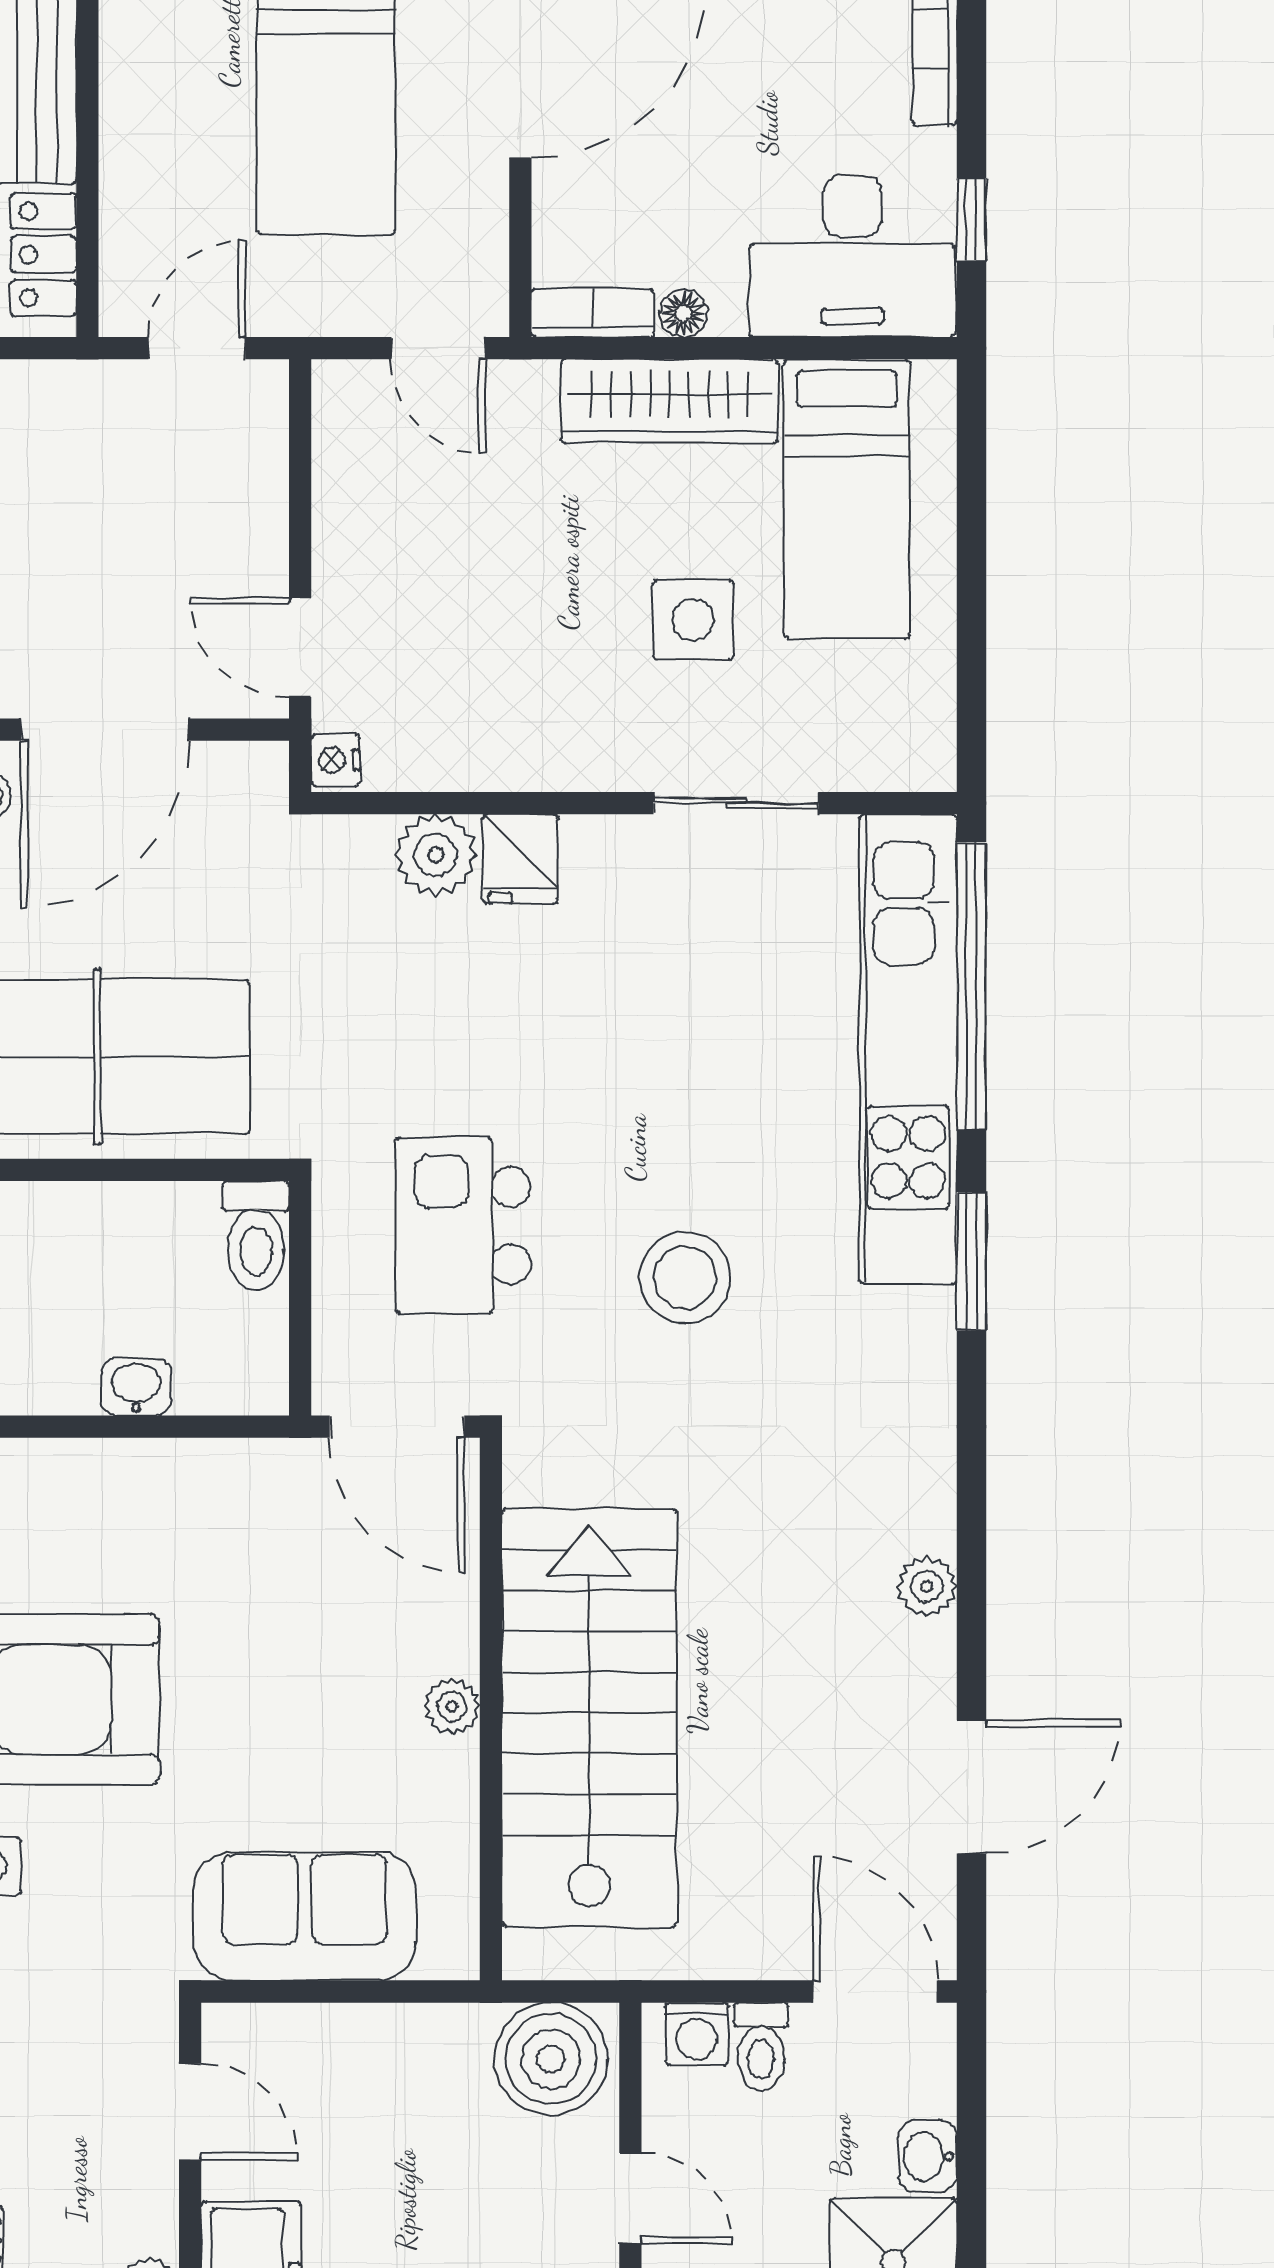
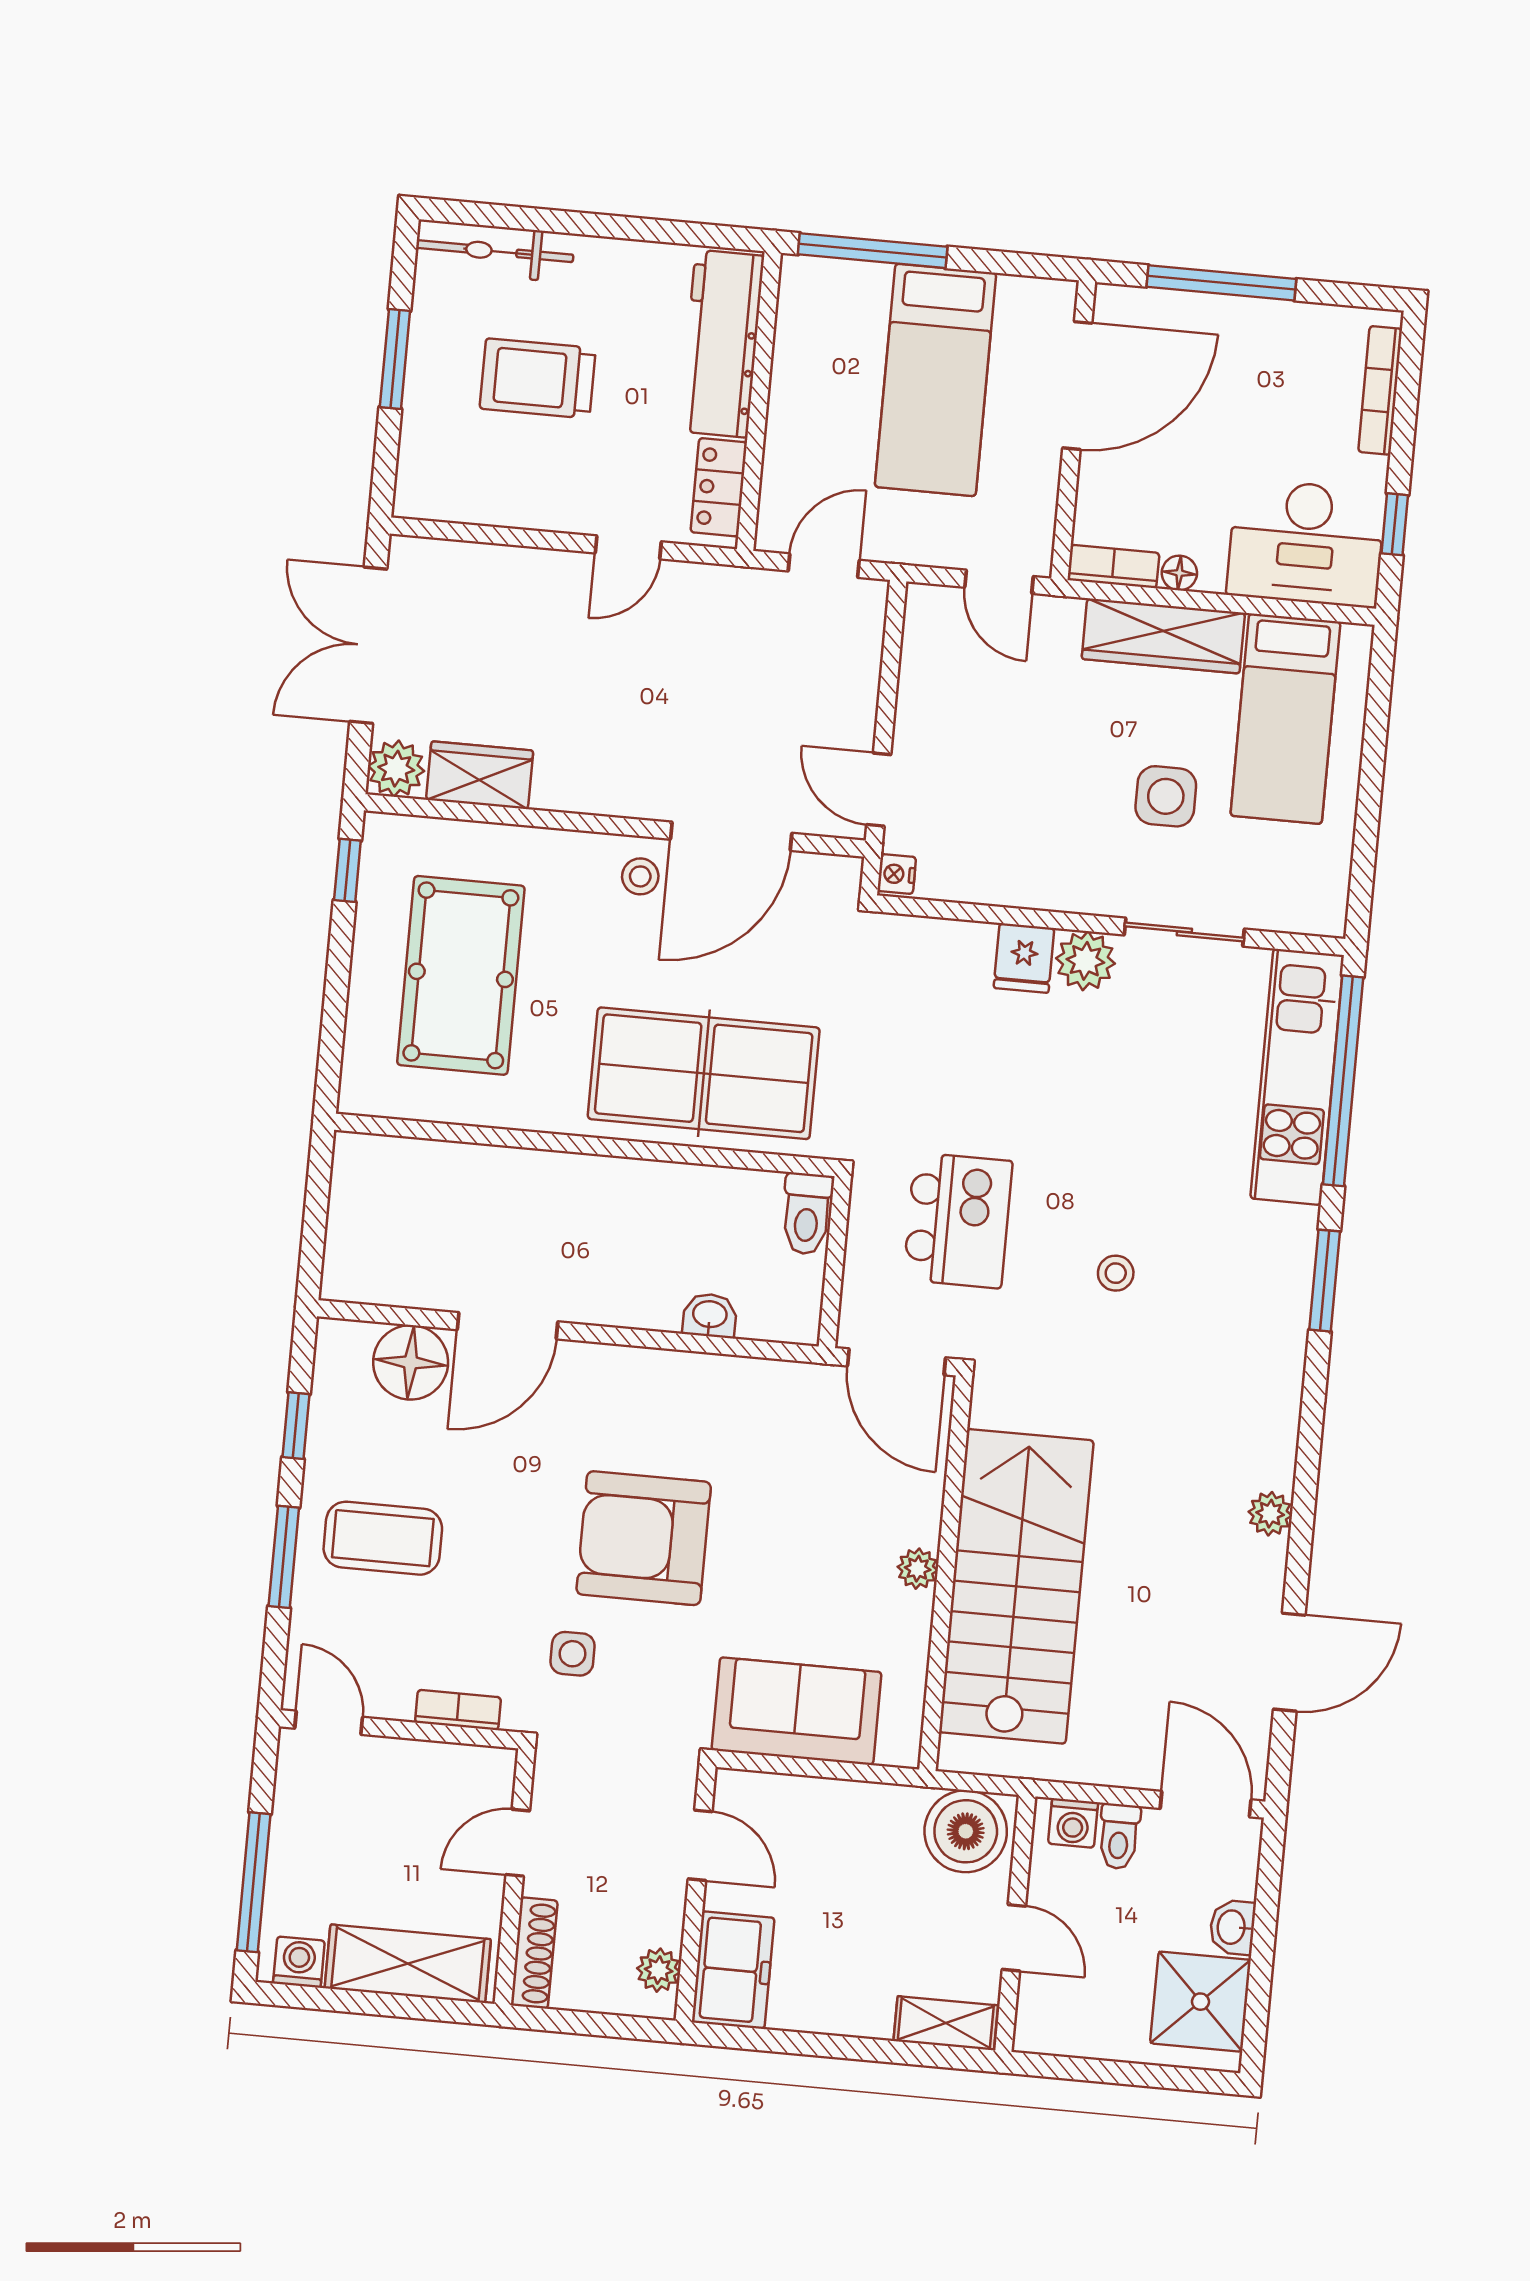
plant: (436, 855) -> (1085, 961), moved
kitchen unit: (908, 1049) -> (1297, 1077), width x0.73
kitchen island: (463, 1226) -> (958, 1220), turned 180
stool: (685, 1278) -> (1116, 1273), width x0.53, depth x0.53

